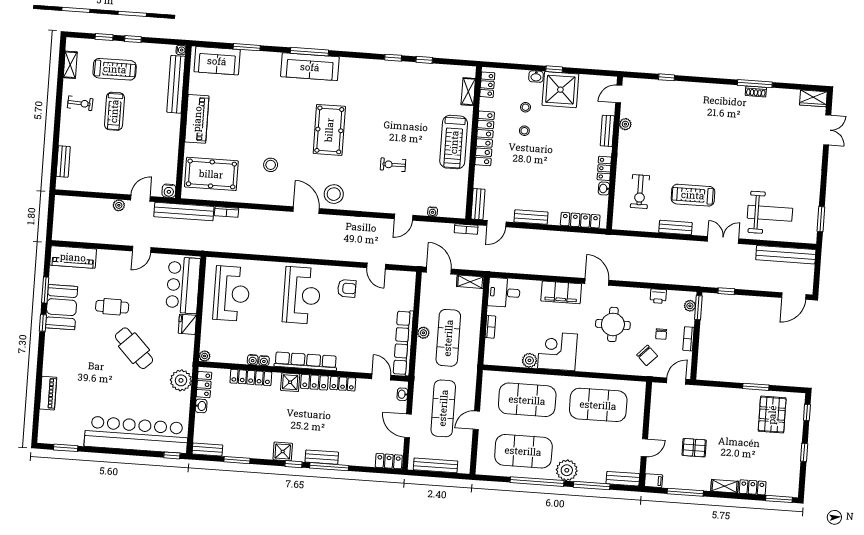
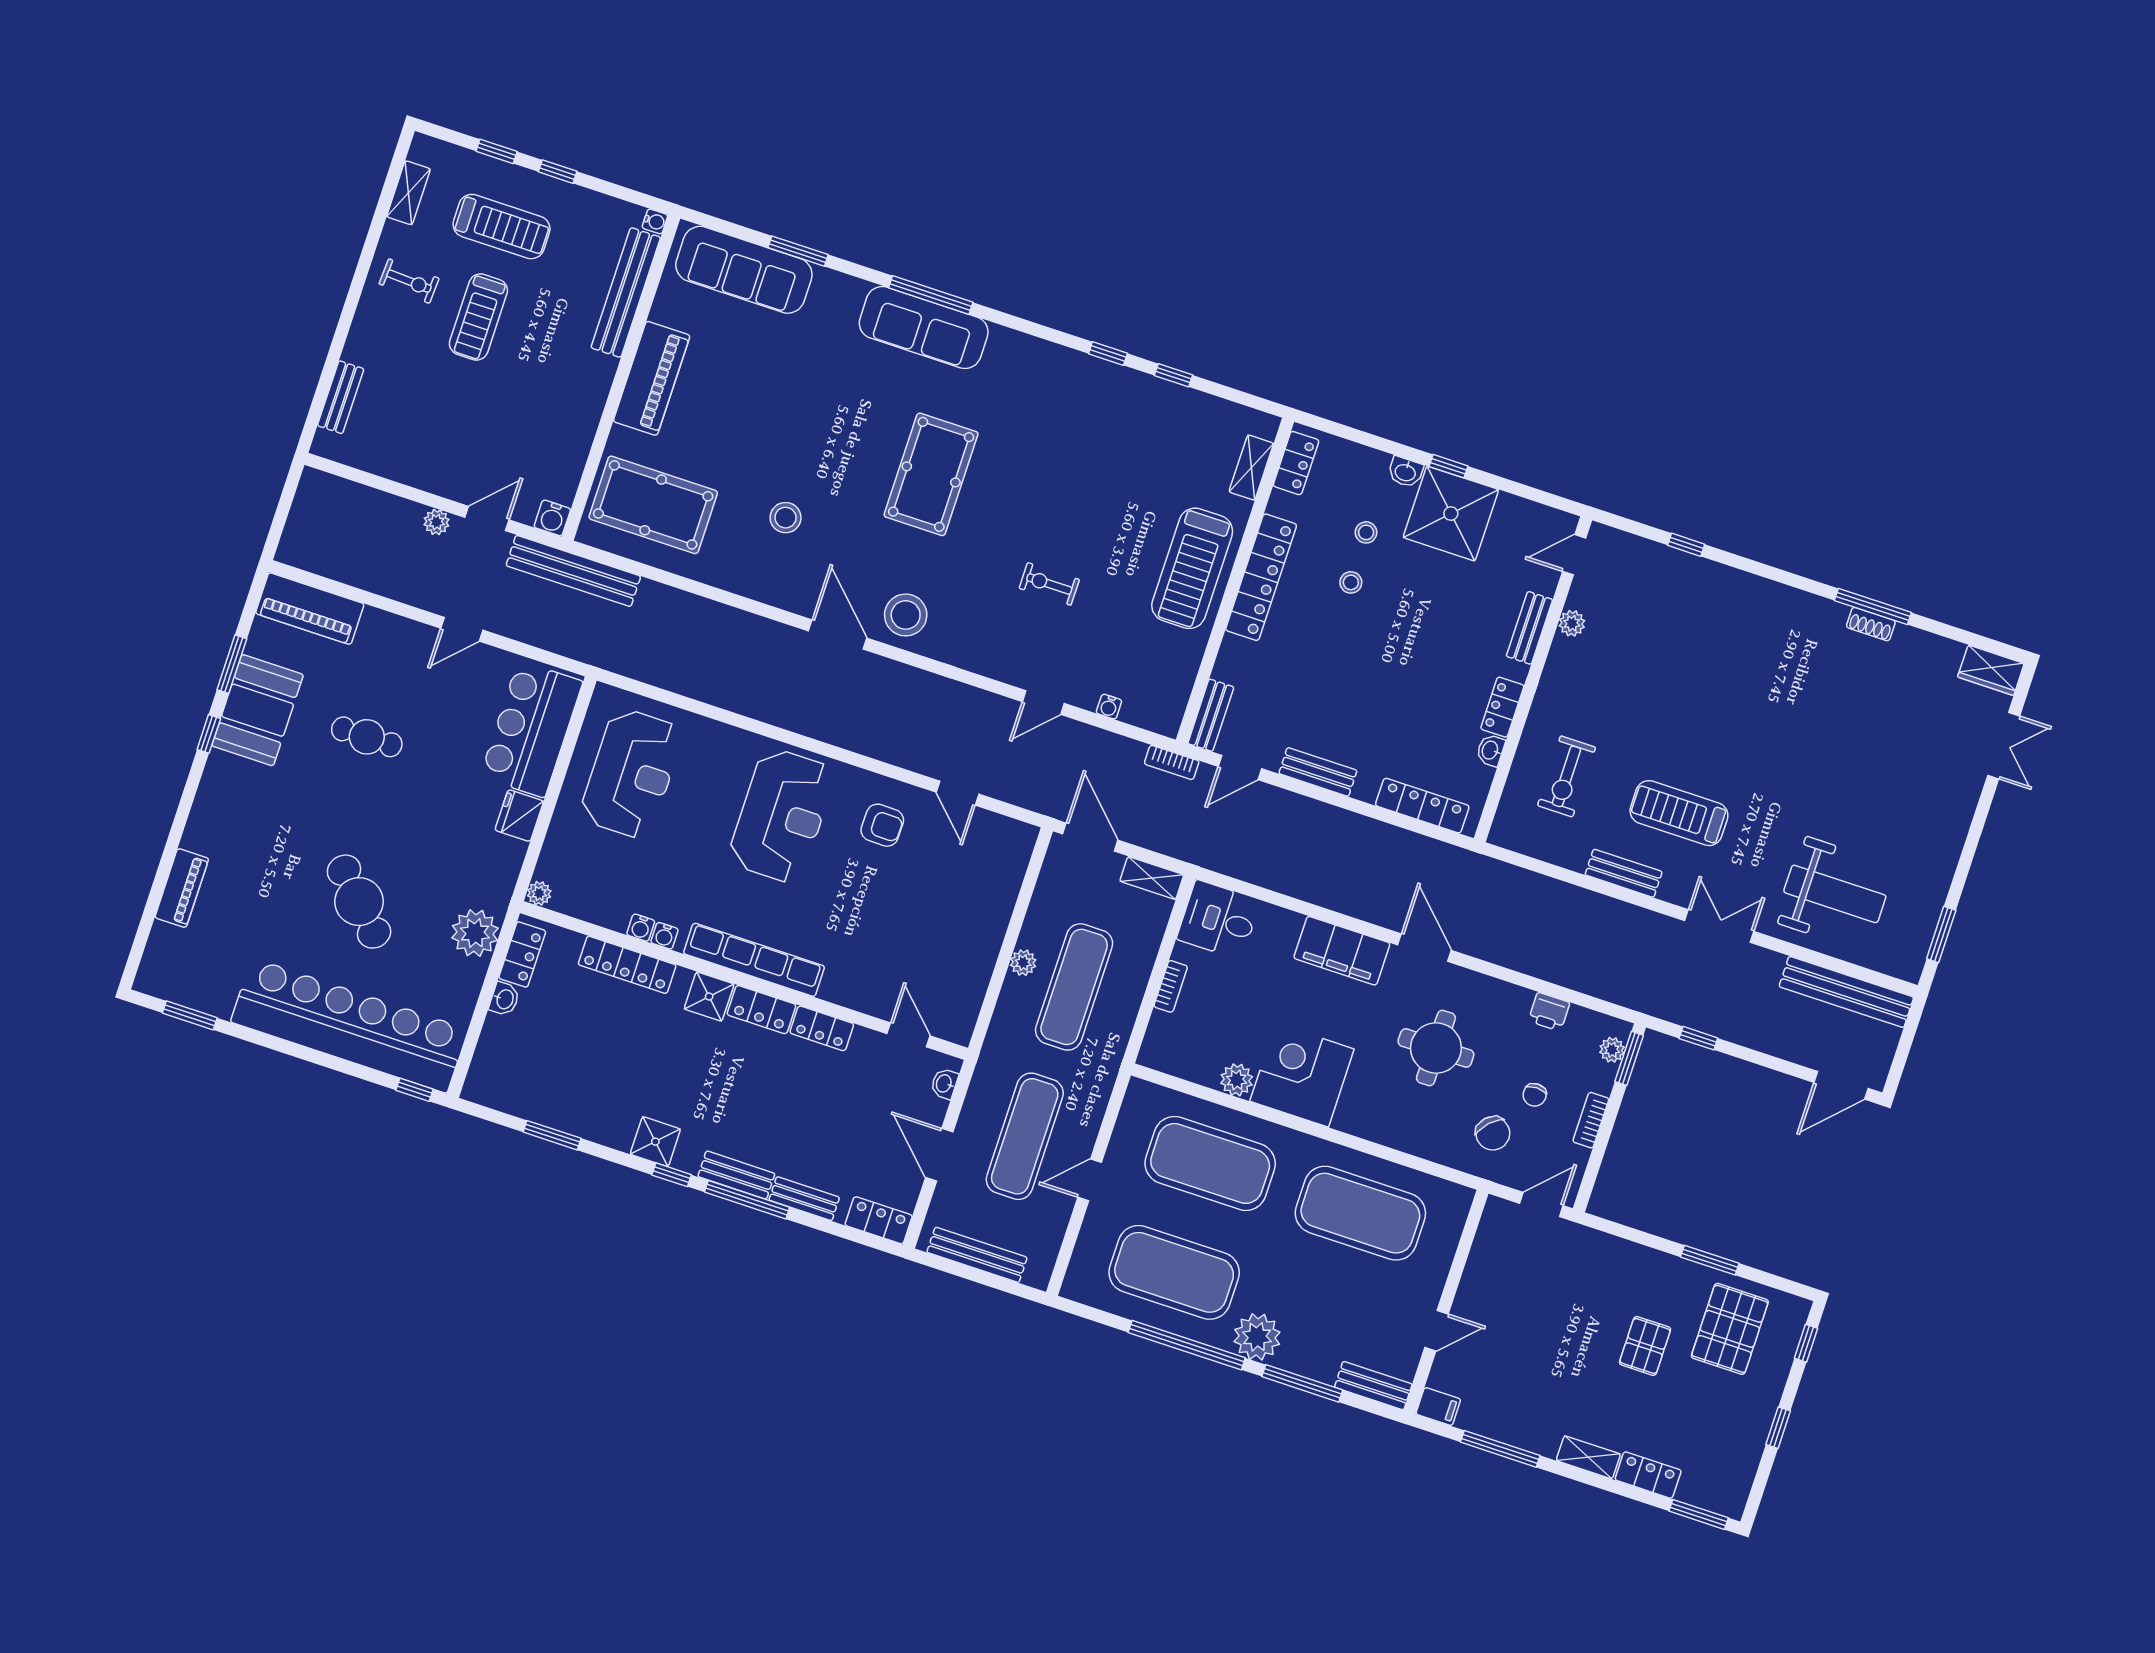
sofa: (217, 61) -> (744, 270), width x1.36
bookcase: (226, 212) -> (665, 595), removed
row of seats: (403, 343) -> (974, 974), removed
cafe table: (134, 348) -> (359, 902), moved
pallet: (694, 448) -> (1645, 1346), moved, turned 90
bench: (207, 449) -> (804, 1199), moved

